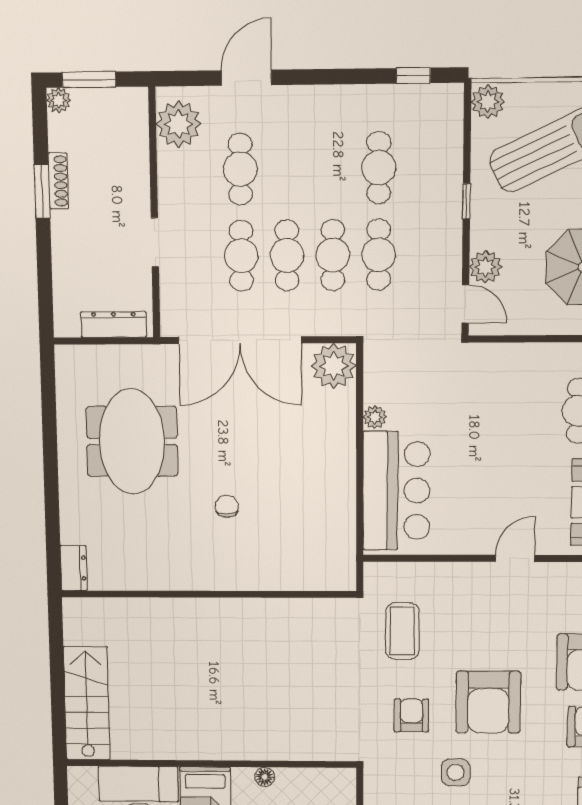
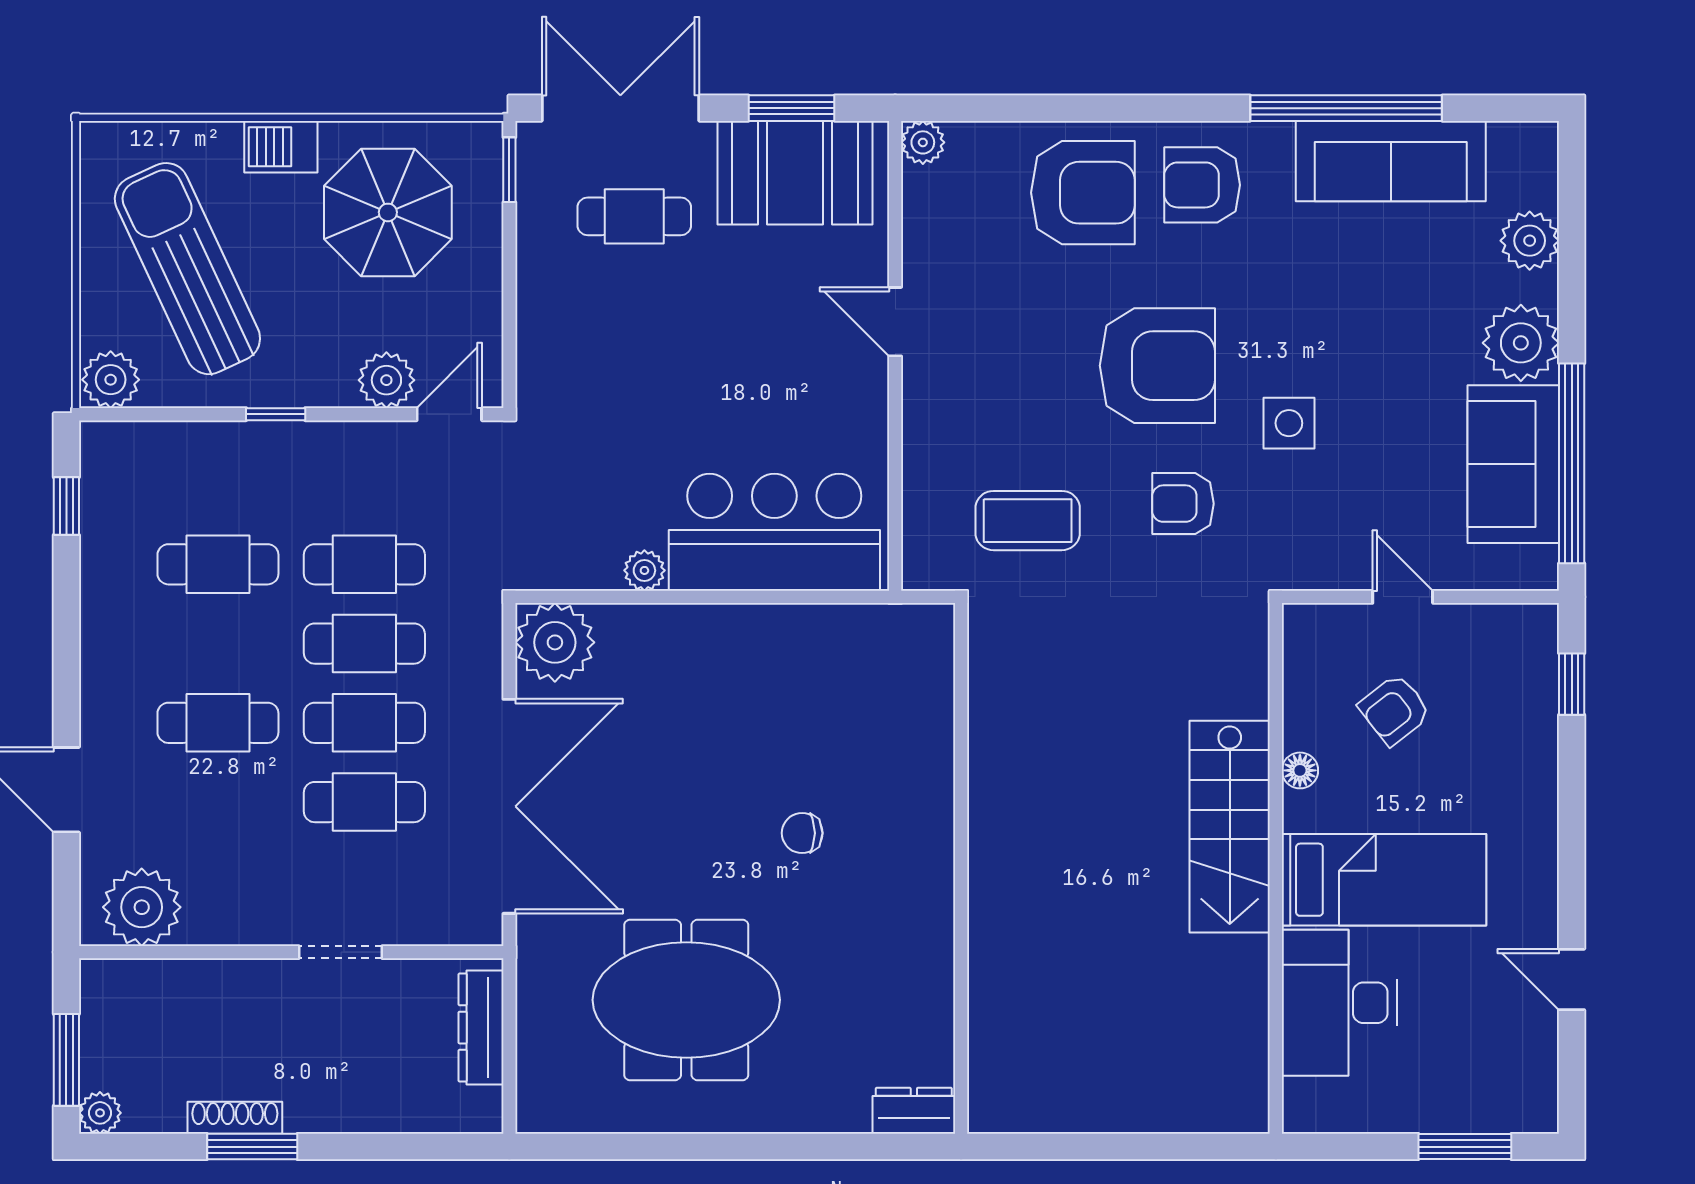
cafe table: (240, 169) -> (218, 723), moved
stairs: (87, 703) -> (1230, 827), moved, turned -90

